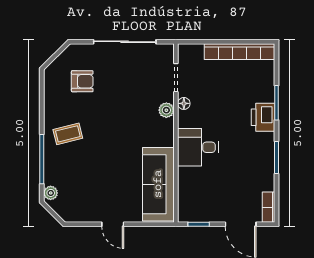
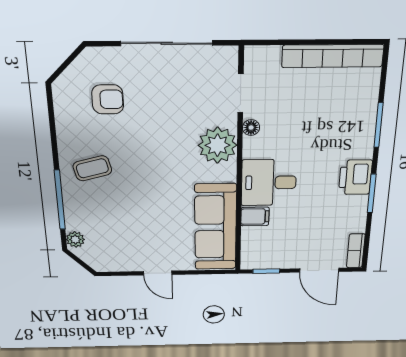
plant: (166, 110) -> (218, 145), width x1.88, depth x1.88
printer: (263, 117) -> (355, 177), moved
filing cabinet: (188, 176) -> (255, 216), added

